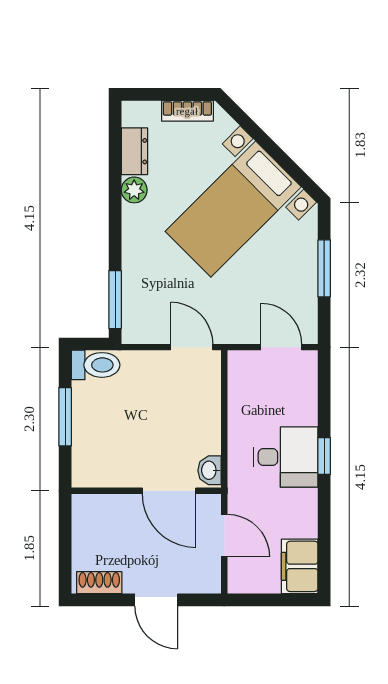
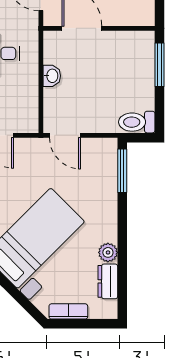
window: (65, 417) -> (159, 65), moved
washbasin: (210, 470) -> (52, 76), moved

